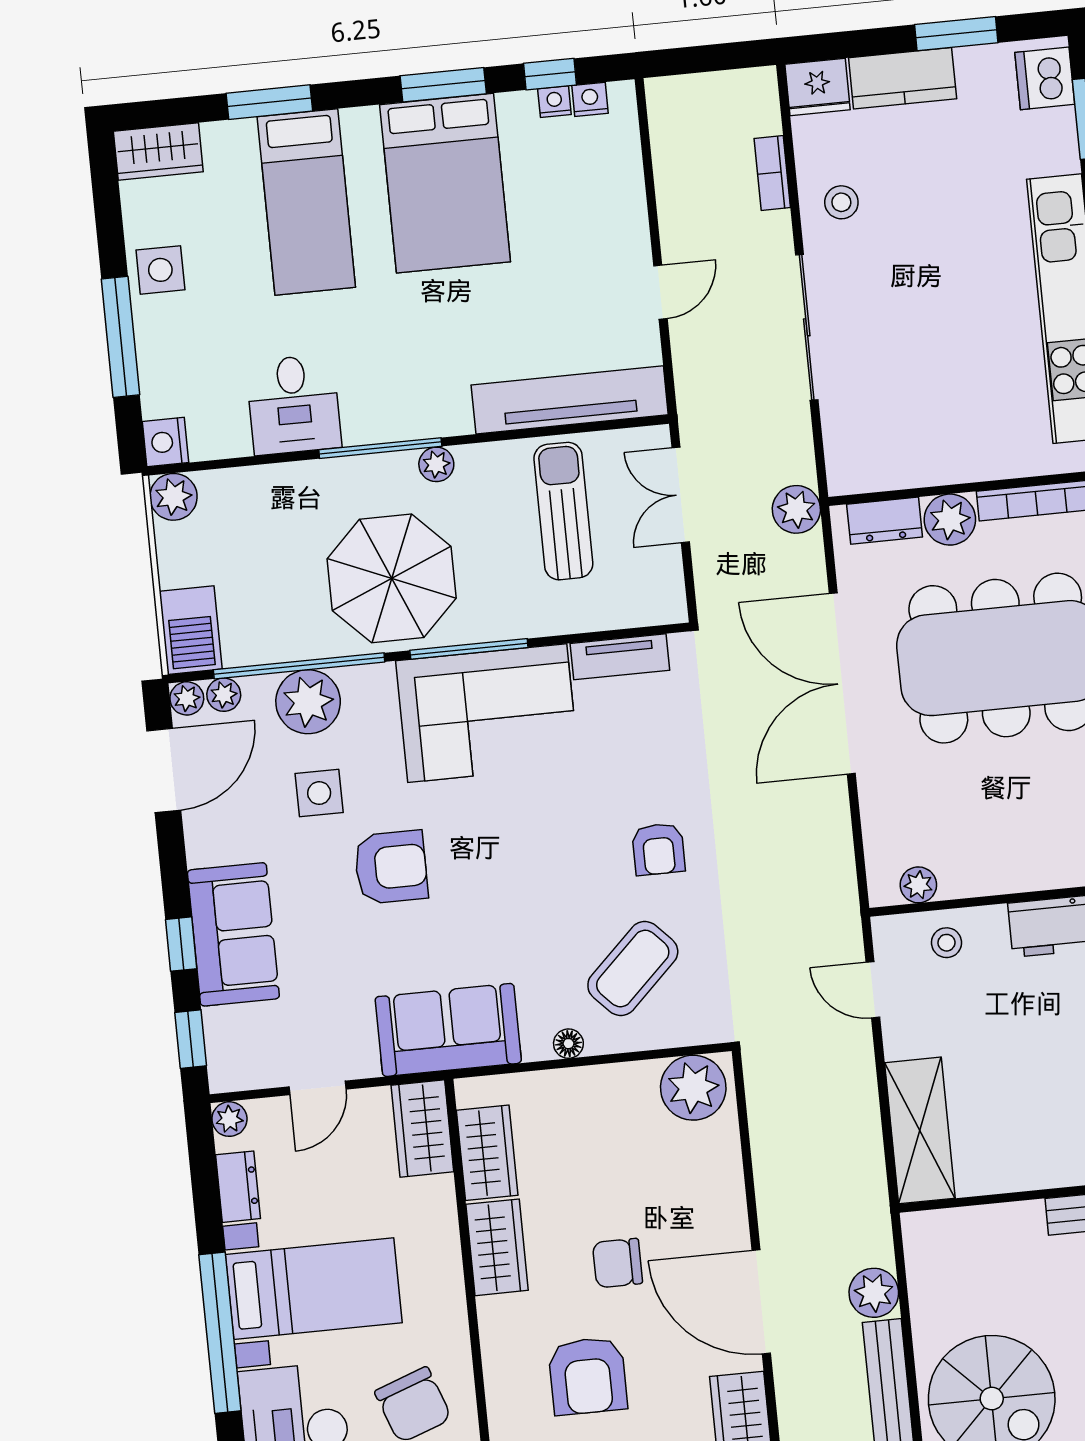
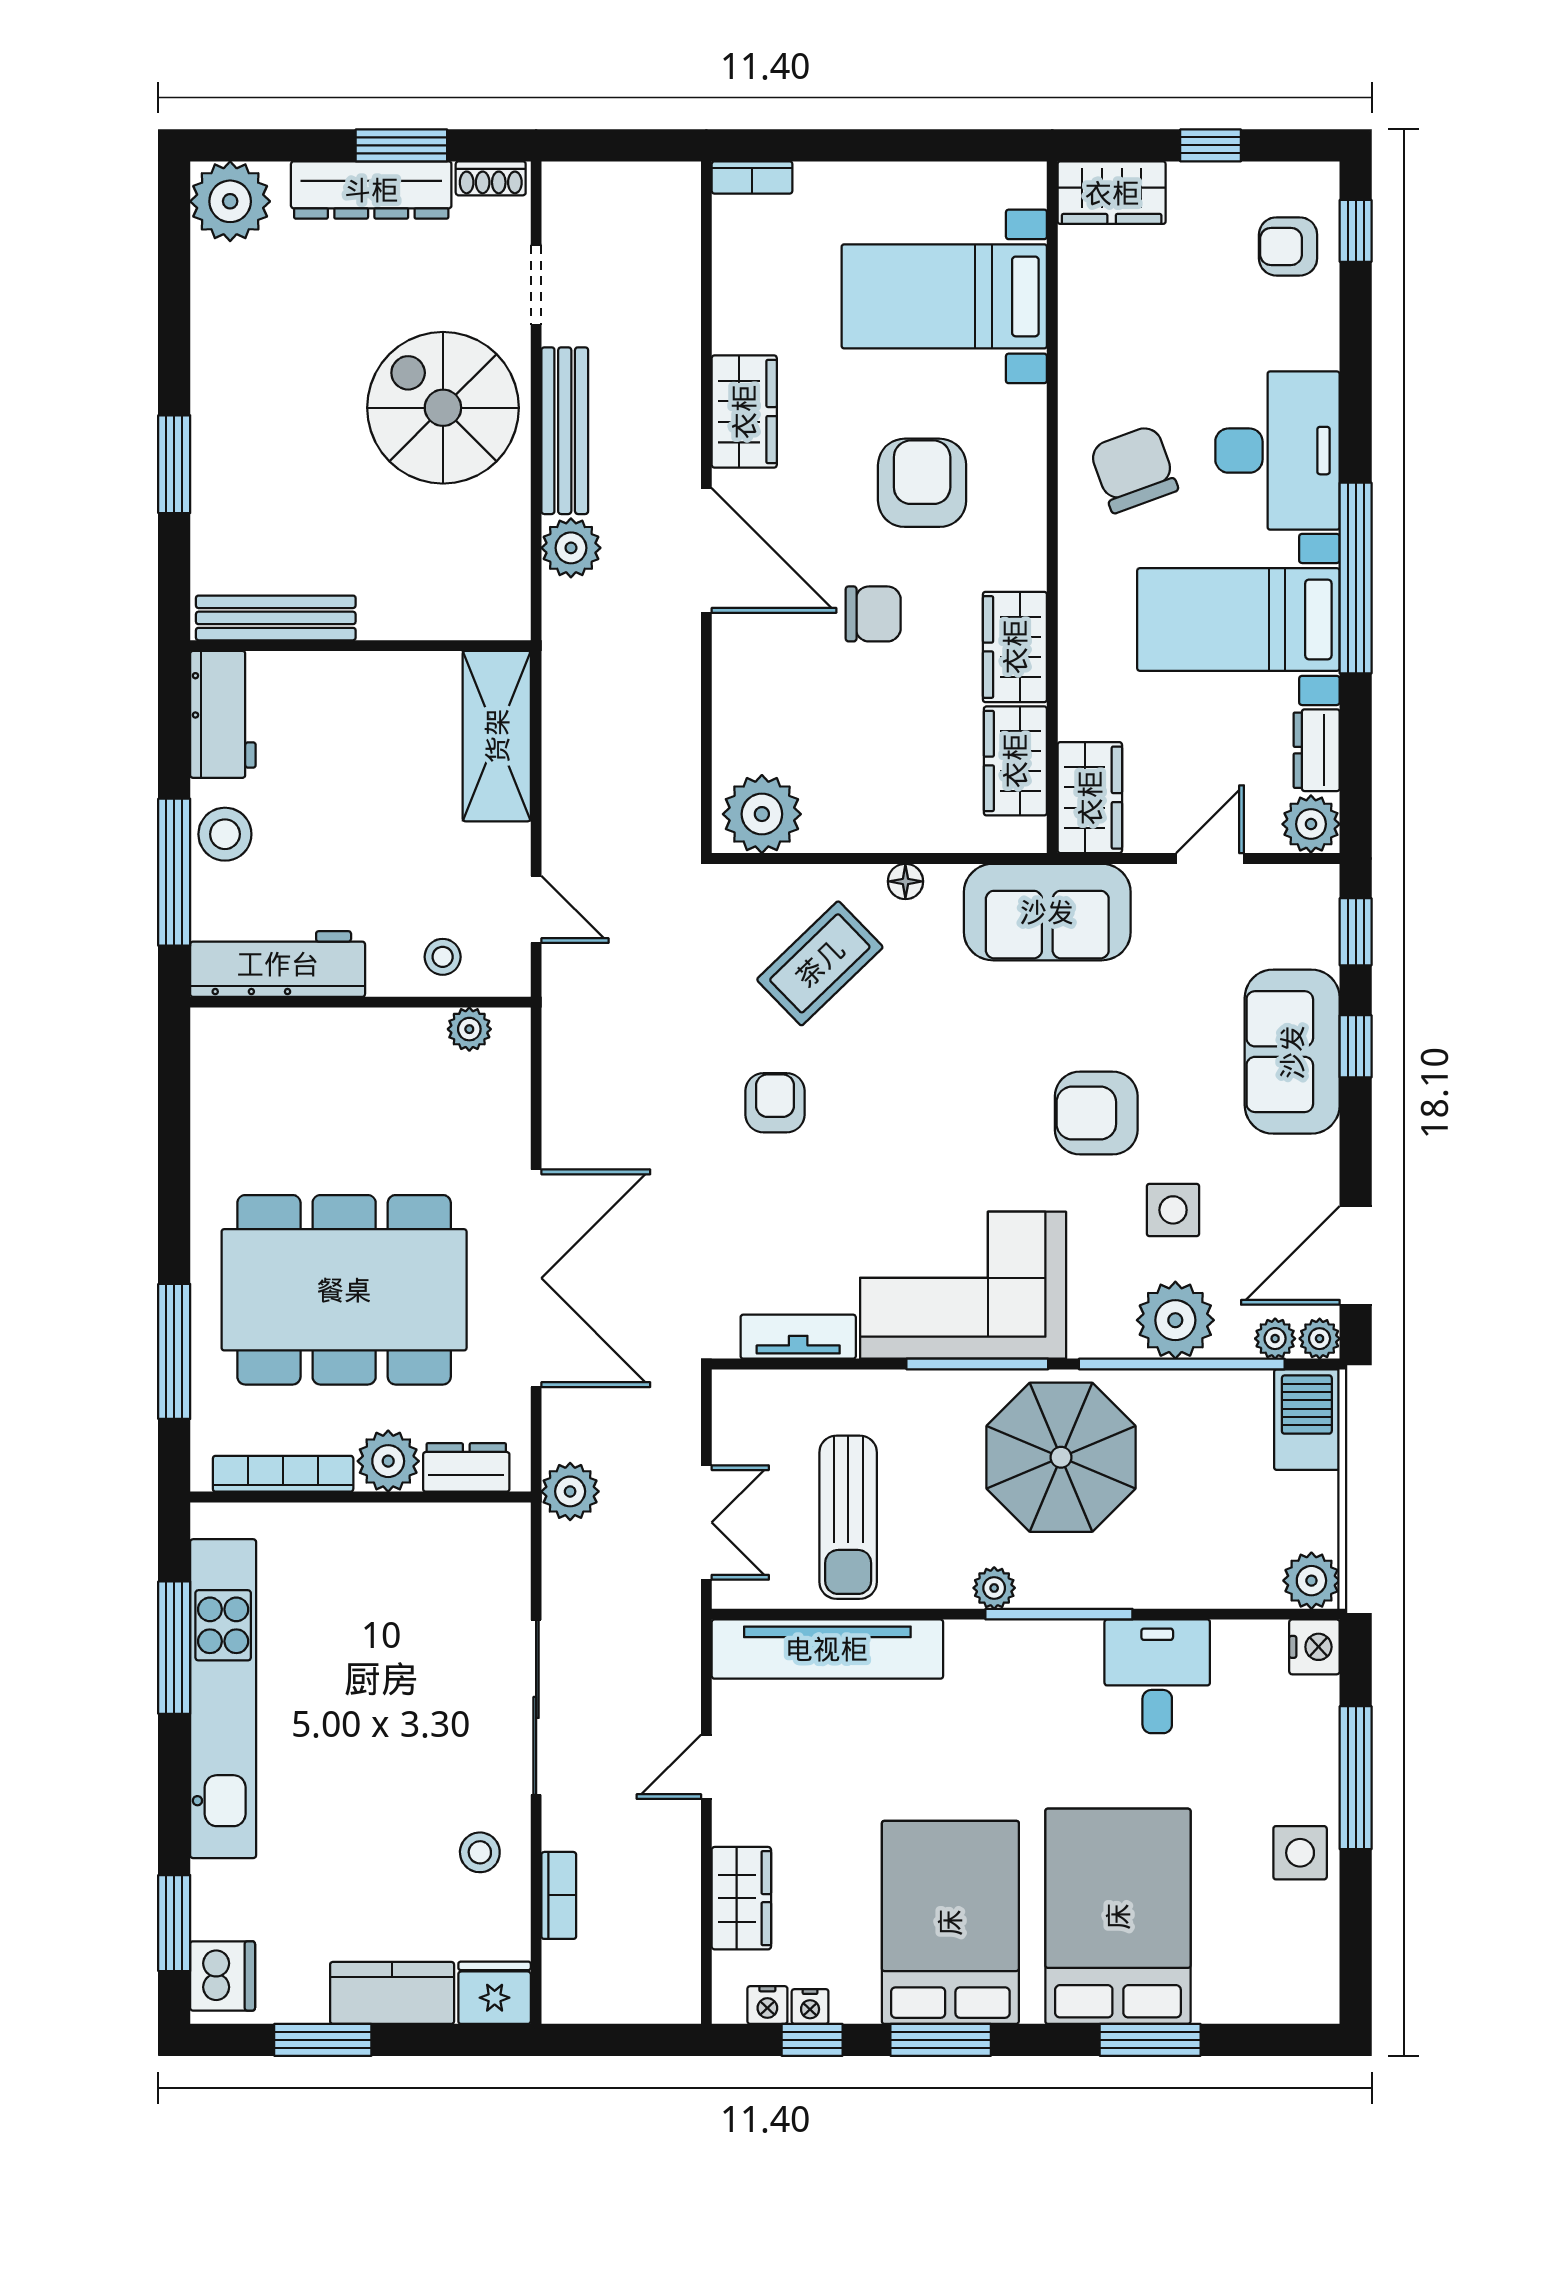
wardrobe: (158, 151) -> (741, 1898), moved, turned 90
bed: (306, 202) -> (1118, 1916), width x1.50
plant: (229, 1119) -> (1311, 824), width x1.38, depth x1.38

